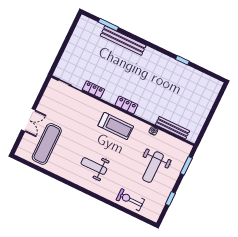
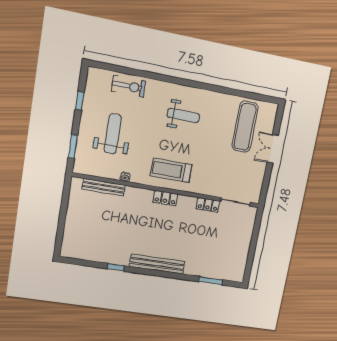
bench: (123, 41) -> (157, 264), moved

